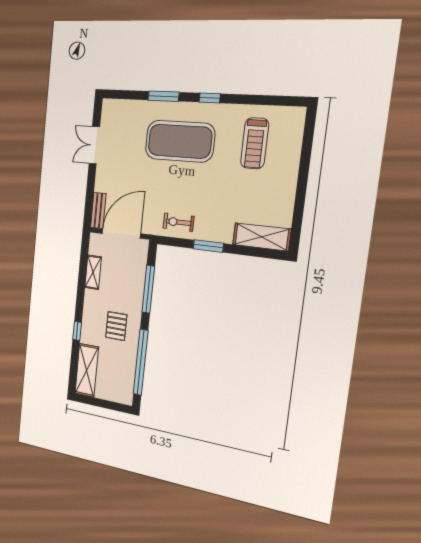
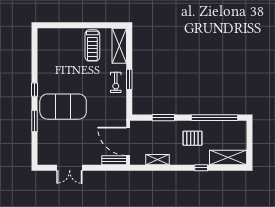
exercise mat: (180, 141) -> (63, 107), turned 90
treadmill: (255, 143) -> (92, 45), moved, turned 90
exercise bike: (178, 222) -> (116, 82), moved
window: (148, 289) -> (163, 118), width x0.69

